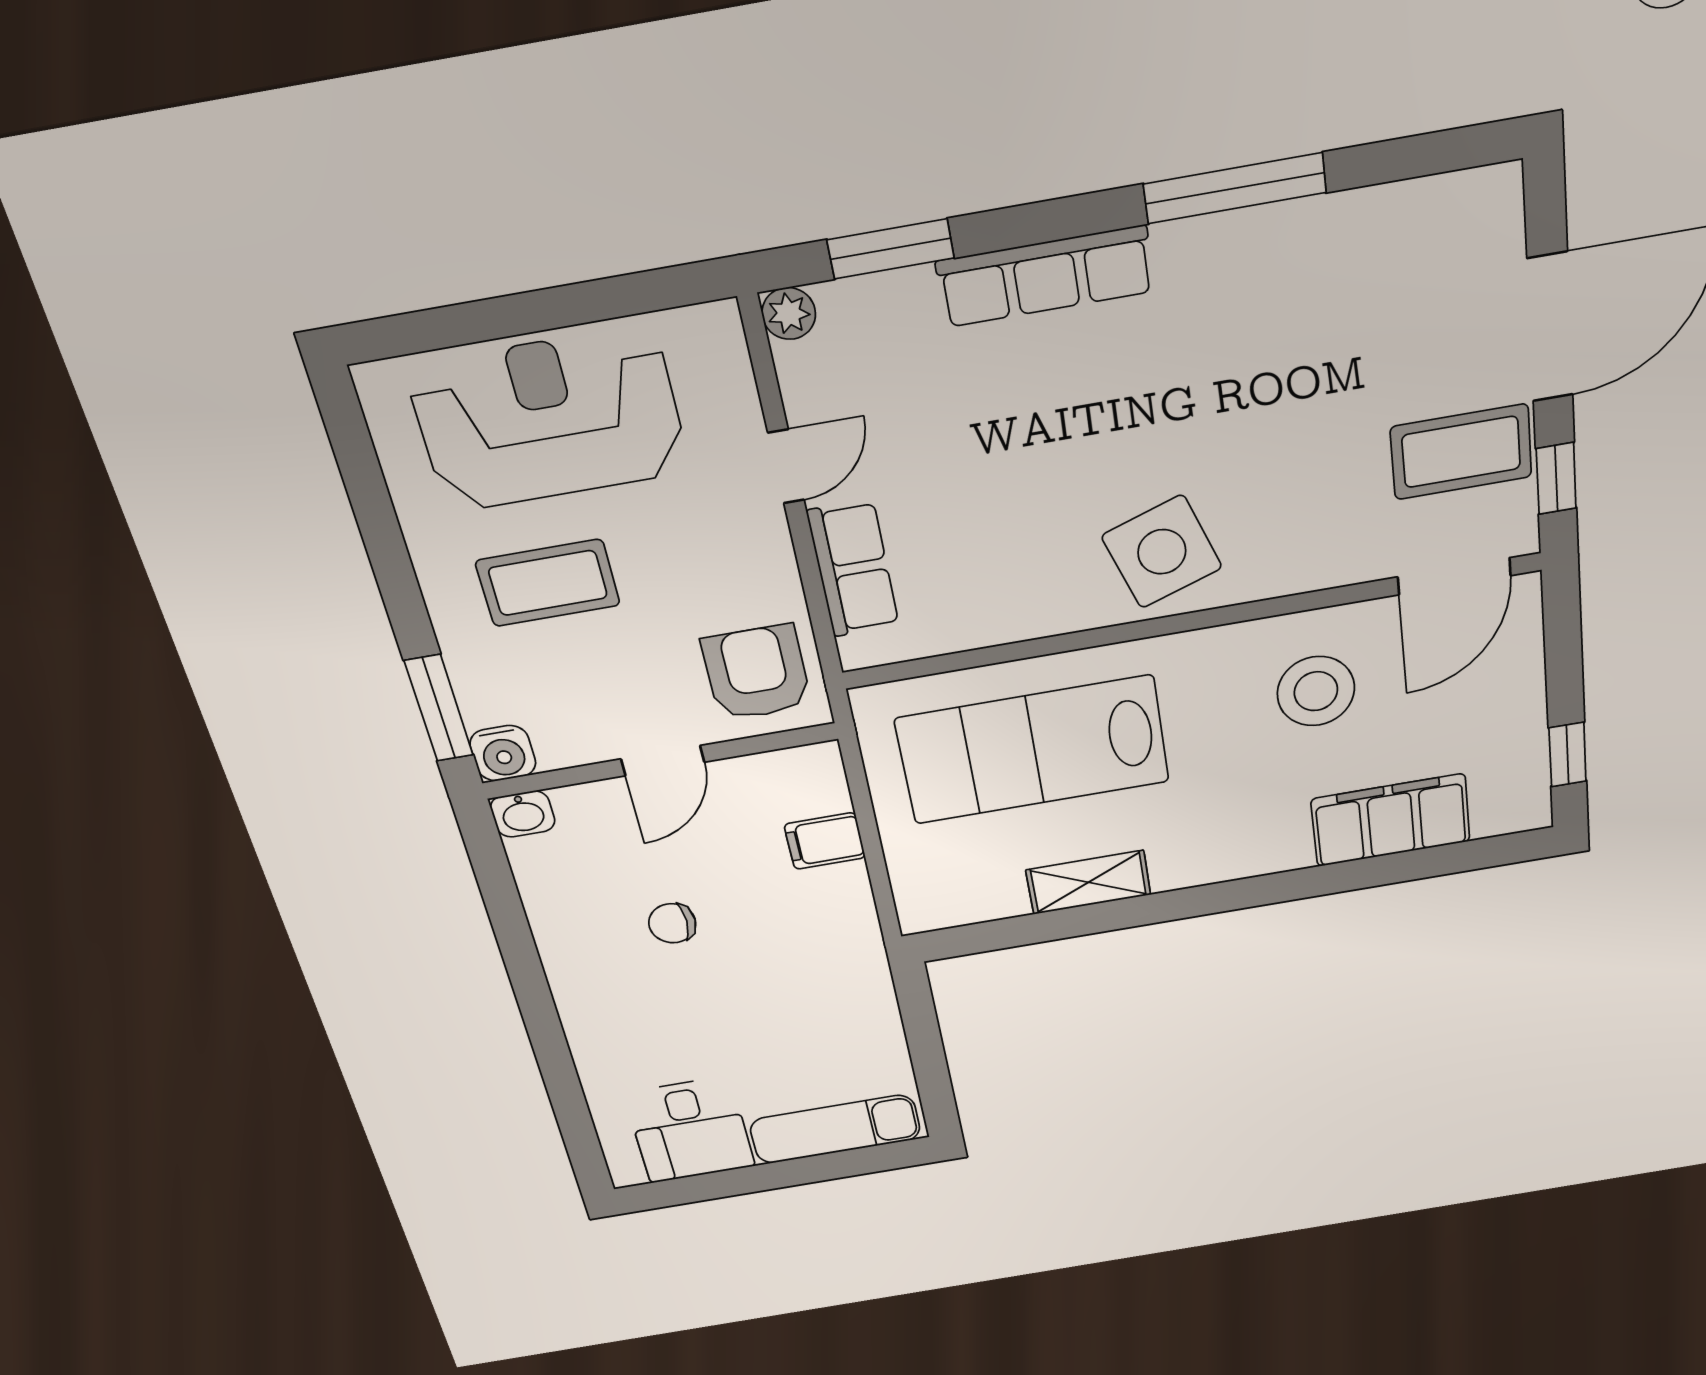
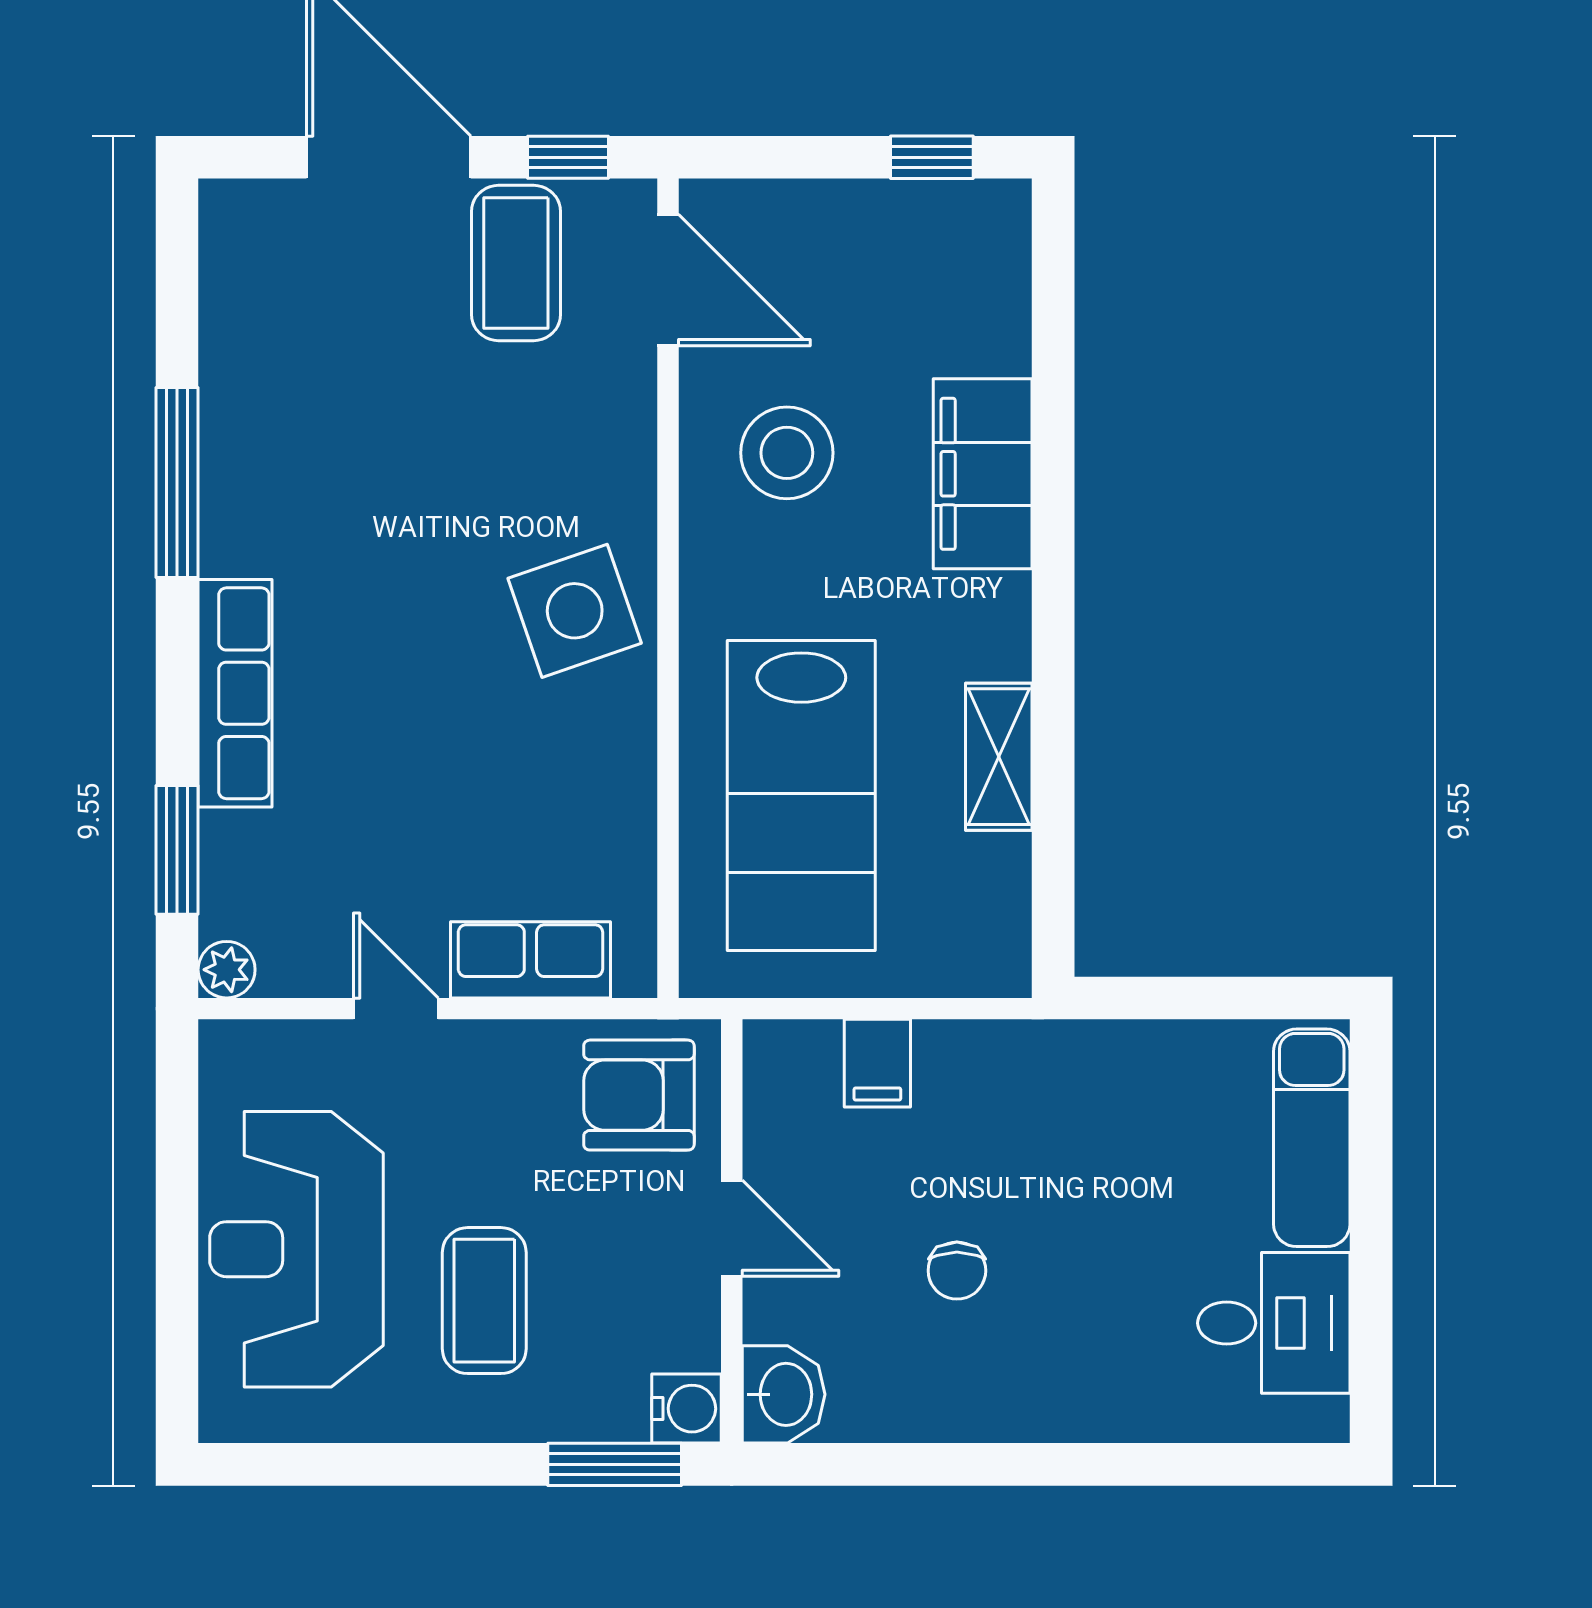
washbasin: (523, 814) -> (784, 1394), width x1.38, depth x1.45
filing cabinet: (1391, 820) -> (983, 474), moved

